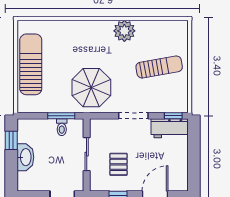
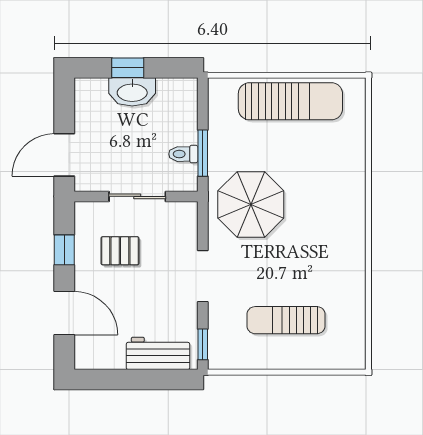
plant: (124, 31) -> (348, 261), removed
sun lounger: (159, 67) -> (286, 320), turned 100
workbench: (170, 128) -> (158, 353), moved, turned 90
window: (11, 140) -> (128, 68), moved

